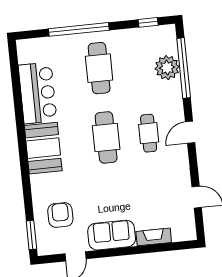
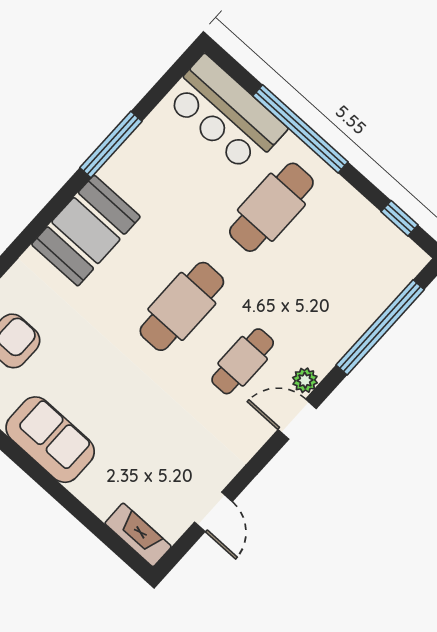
plant: (167, 68) -> (305, 380), moved, width x0.53, depth x0.53
bar counter: (38, 93) -> (225, 114), moved, turned 90
window: (19, 108) -> (111, 145), added
fireplace: (154, 237) -> (138, 535), moved

